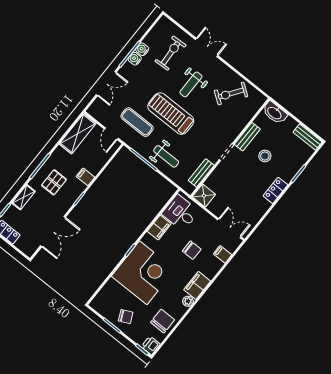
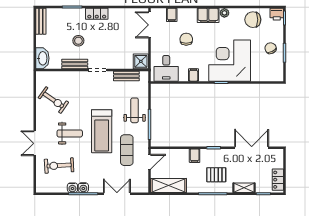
filing cabinet: (159, 228) -> (193, 75), width x0.50

